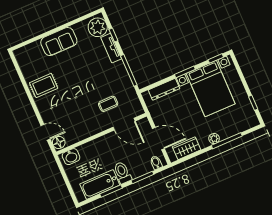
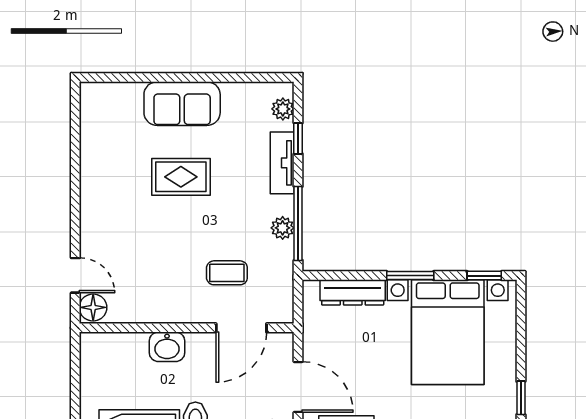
plant: (98, 27) -> (283, 109), width x0.53, depth x0.53
plant: (123, 75) -> (283, 228), added
rug: (44, 85) -> (181, 177), moved
door: (124, 124) -> (241, 328), hinge flipped
washbasin: (71, 157) -> (167, 347), moved

